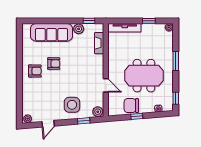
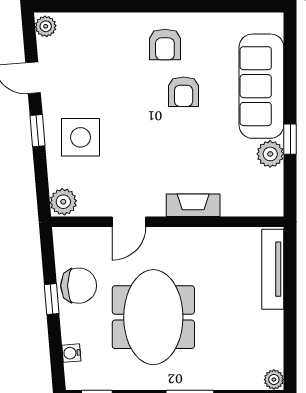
window: (89, 21) -> (290, 139), moved
window: (149, 21) -> (290, 330), removed
fireplace: (99, 43) -> (193, 205), moved
chair: (131, 106) -> (79, 286), turned 90
window: (84, 121) -> (37, 131), moved

